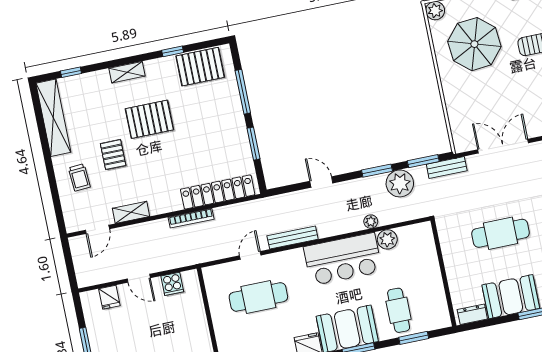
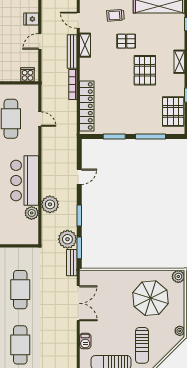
plant: (400, 183) -> (67, 239), moved
plant: (371, 222) -> (50, 204), width x1.88, depth x1.88
bench: (293, 238) -> (72, 52), moved
cooker: (172, 284) -> (28, 75), moved, turned 90

